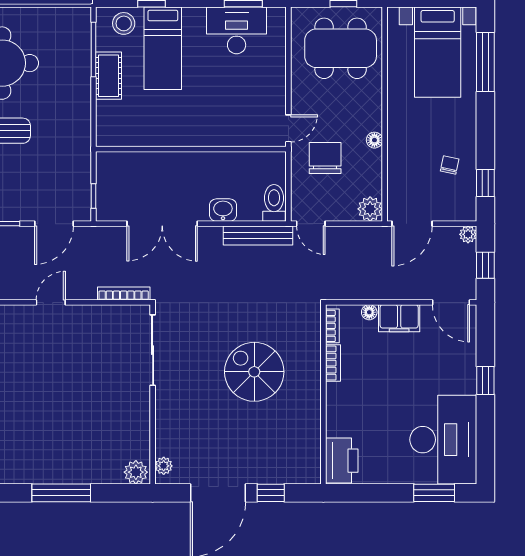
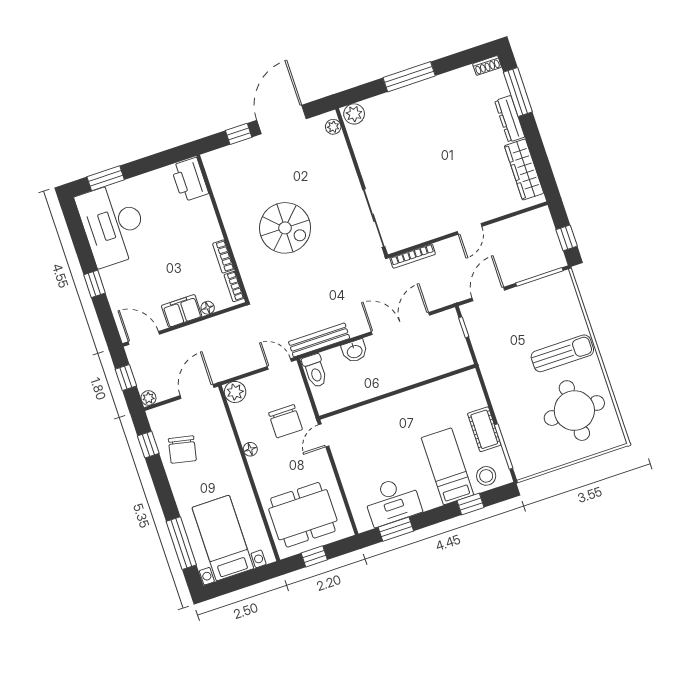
chair: (450, 165) -> (182, 449), width x1.87, depth x1.87

